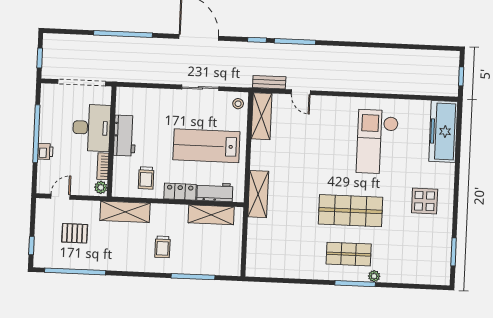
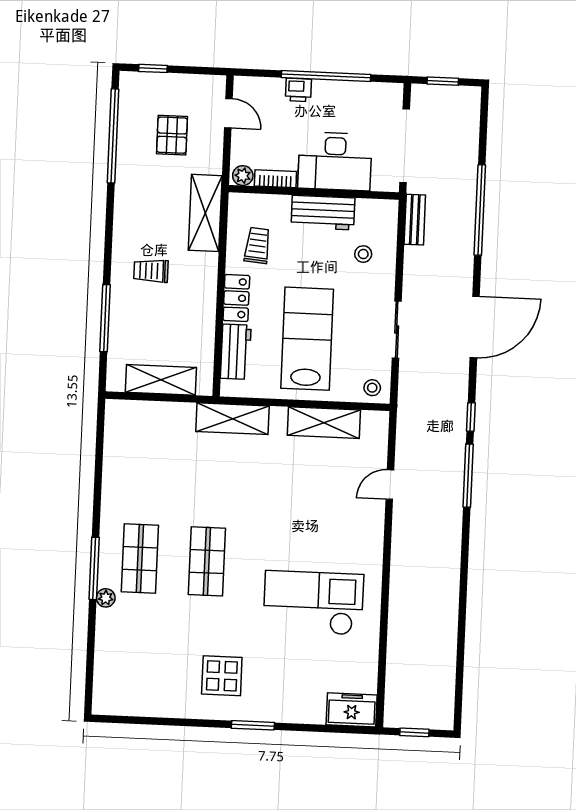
bench: (269, 82) -> (415, 220), moved
stool: (152, 110) -> (363, 254), added
shelving: (262, 116) -> (324, 423), moved
freezer: (443, 131) -> (352, 710), width x0.52, depth x0.79
trolley: (146, 178) -> (257, 246), turned 95
shop shelf: (351, 211) -> (207, 561), width x0.70, depth x0.74
shelving: (211, 215) -> (161, 380), moved, turned 90
window: (454, 252) -> (253, 725), moved

